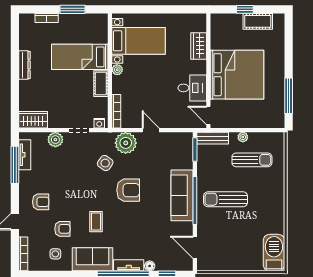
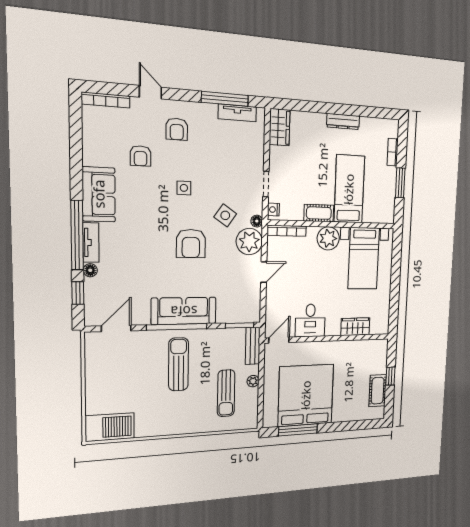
plant: (117, 70) -> (328, 238), width x1.88, depth x1.88
bed: (237, 75) -> (306, 395), moved, turned 180
floor lamp: (109, 137) -> (257, 221), added
plant: (55, 140) -> (255, 154), removed
coffee table: (96, 222) -> (150, 201), removed
side table: (55, 254) -> (184, 188), moved

